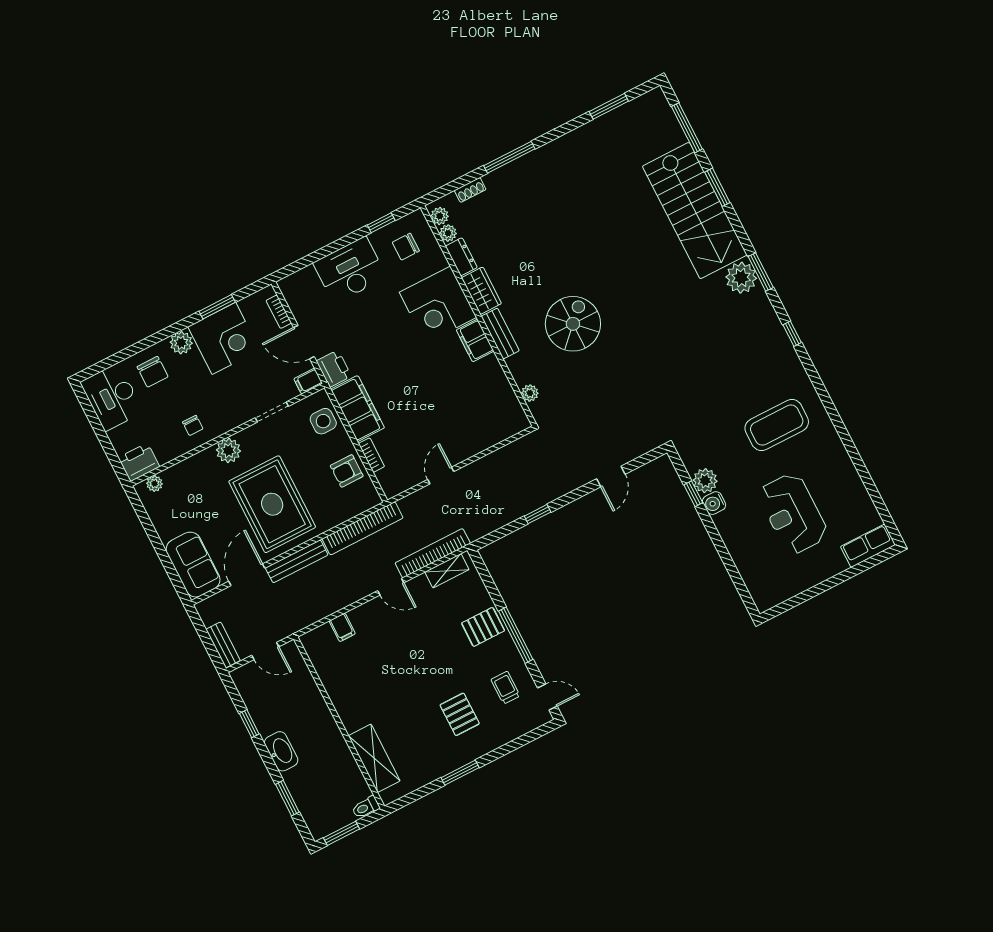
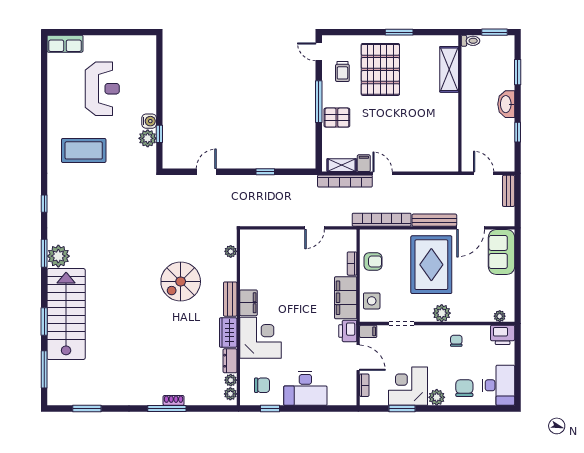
shoe rack: (470, 190) -> (174, 400), moved
filing cabinet: (342, 627) -> (364, 163), moved
pallet: (460, 714) -> (380, 69), width x2.05, depth x2.00

